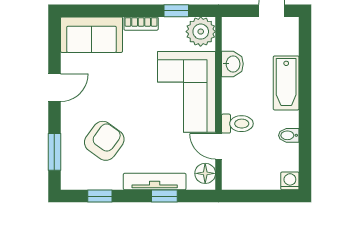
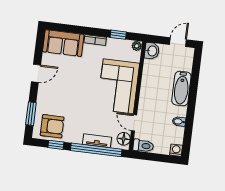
plant: (201, 32) -> (137, 46), width x0.53, depth x0.53
washbasin: (232, 64) -> (152, 51), moved
toilet: (237, 124) -> (143, 146), moved
armchair: (104, 141) -> (52, 126), moved, turned 54
tv unit: (155, 182) -> (97, 141), width x0.71
window: (164, 196) -> (96, 150), width x3.17

